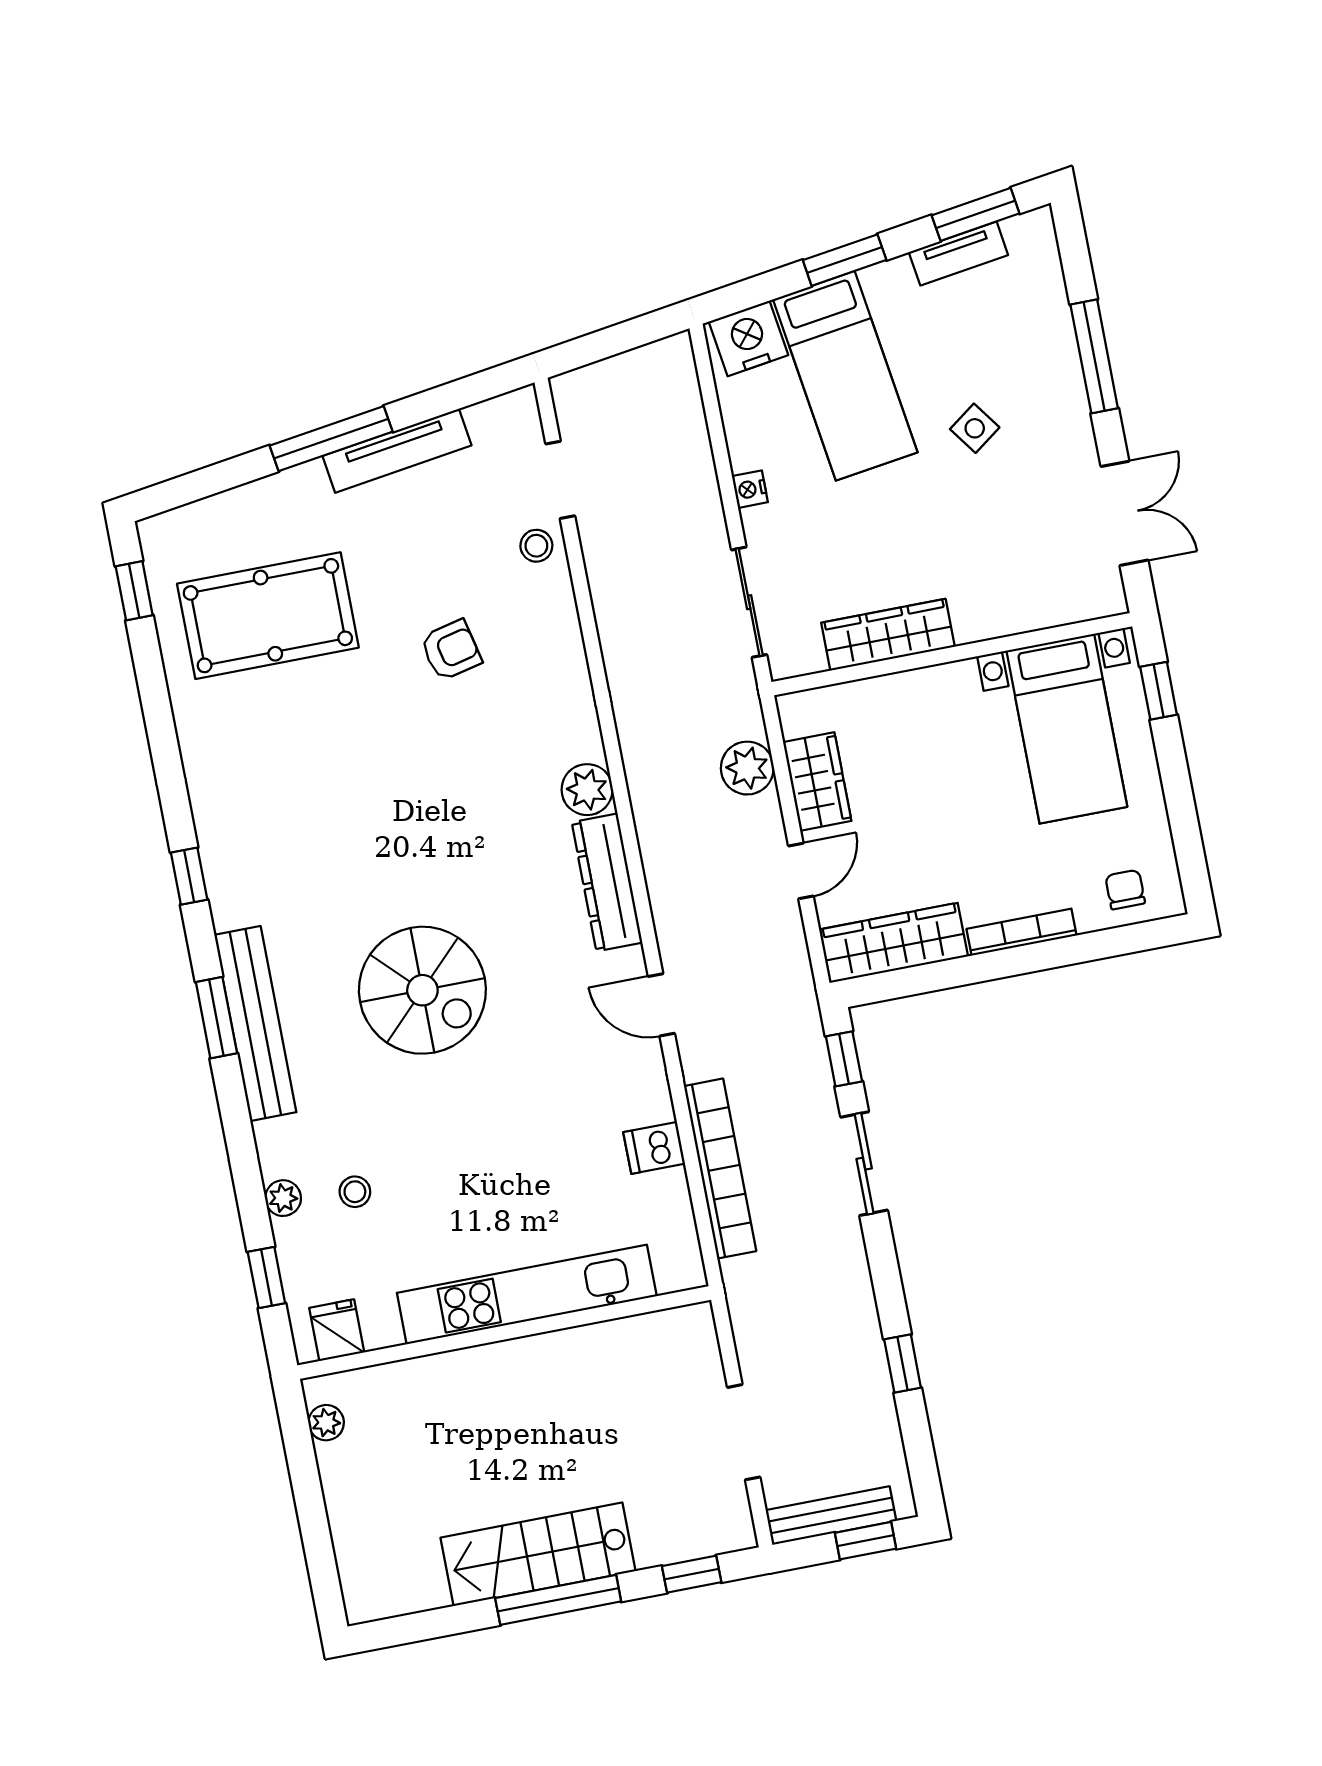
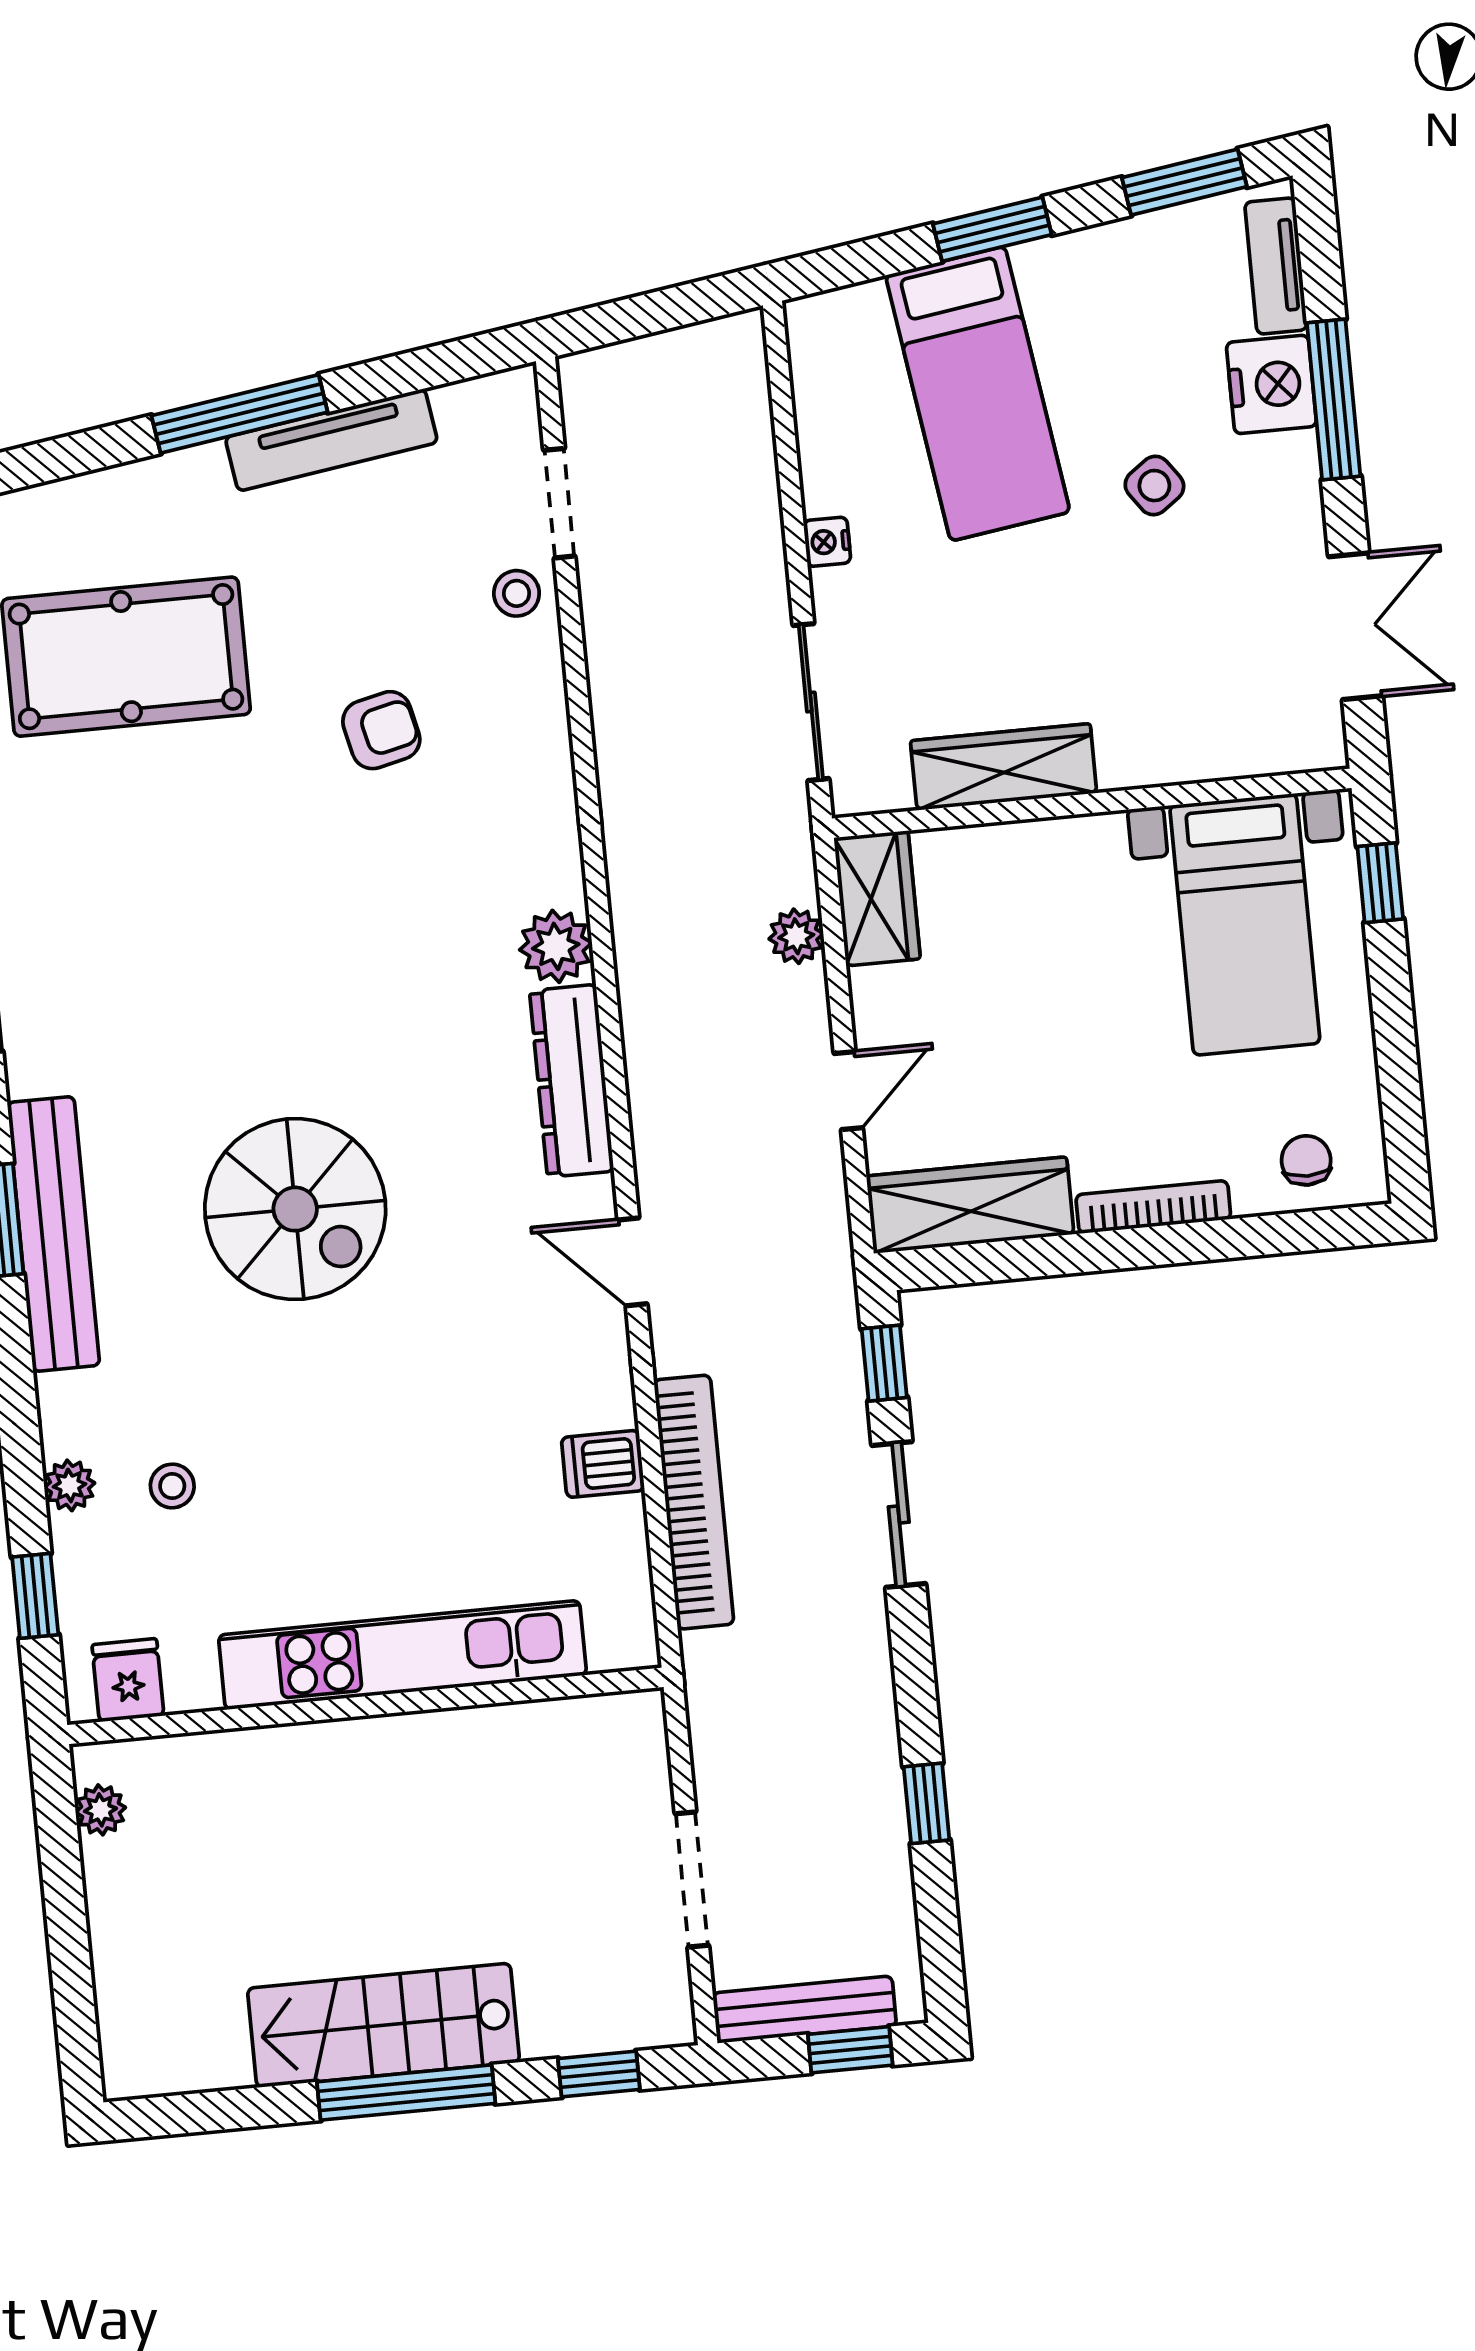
tv unit: (958, 254) -> (1276, 266), moved, turned 98
nightstand: (749, 338) -> (1271, 384), moved, turned 98
plant: (747, 768) -> (796, 936), width x0.73, depth x0.73
wardrobe: (817, 782) -> (877, 898), moved

